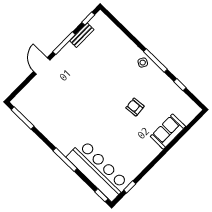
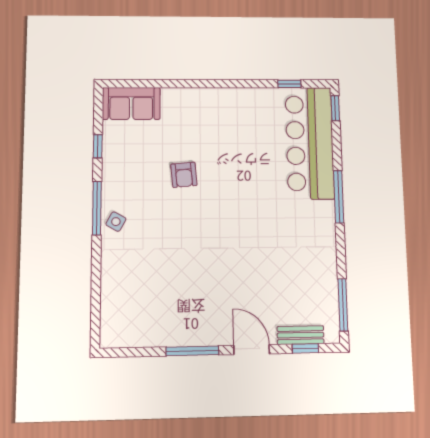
window: (88, 19) -> (305, 348), moved
bench: (82, 35) -> (300, 335), moved
door: (42, 66) -> (252, 350), swing flipped
sofa: (168, 132) -> (131, 103), moved

